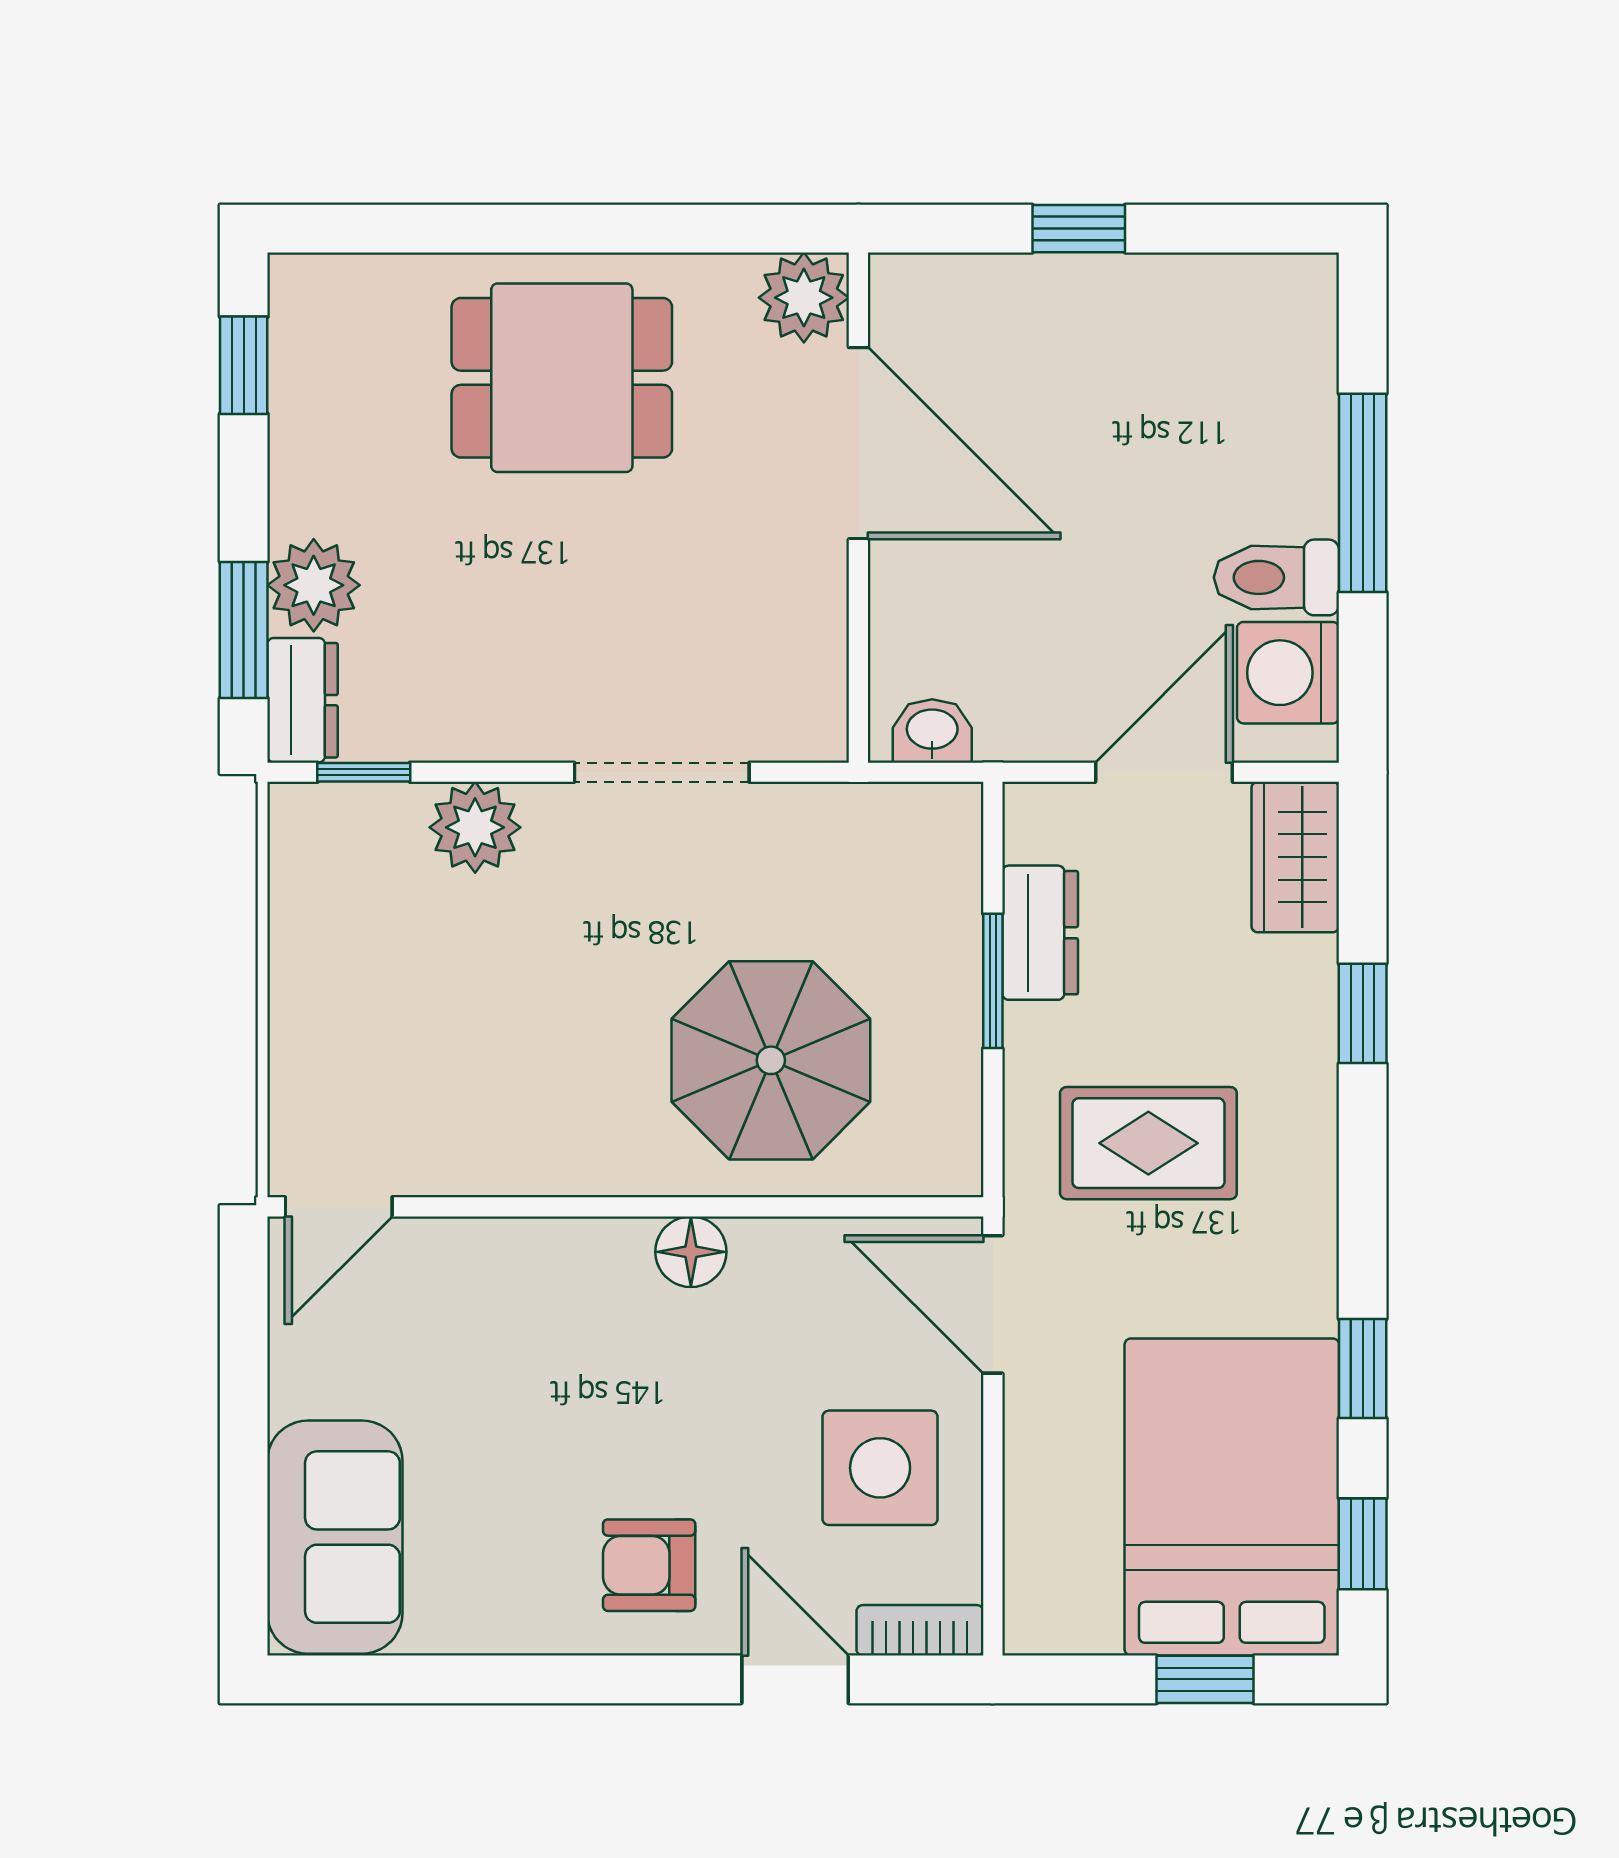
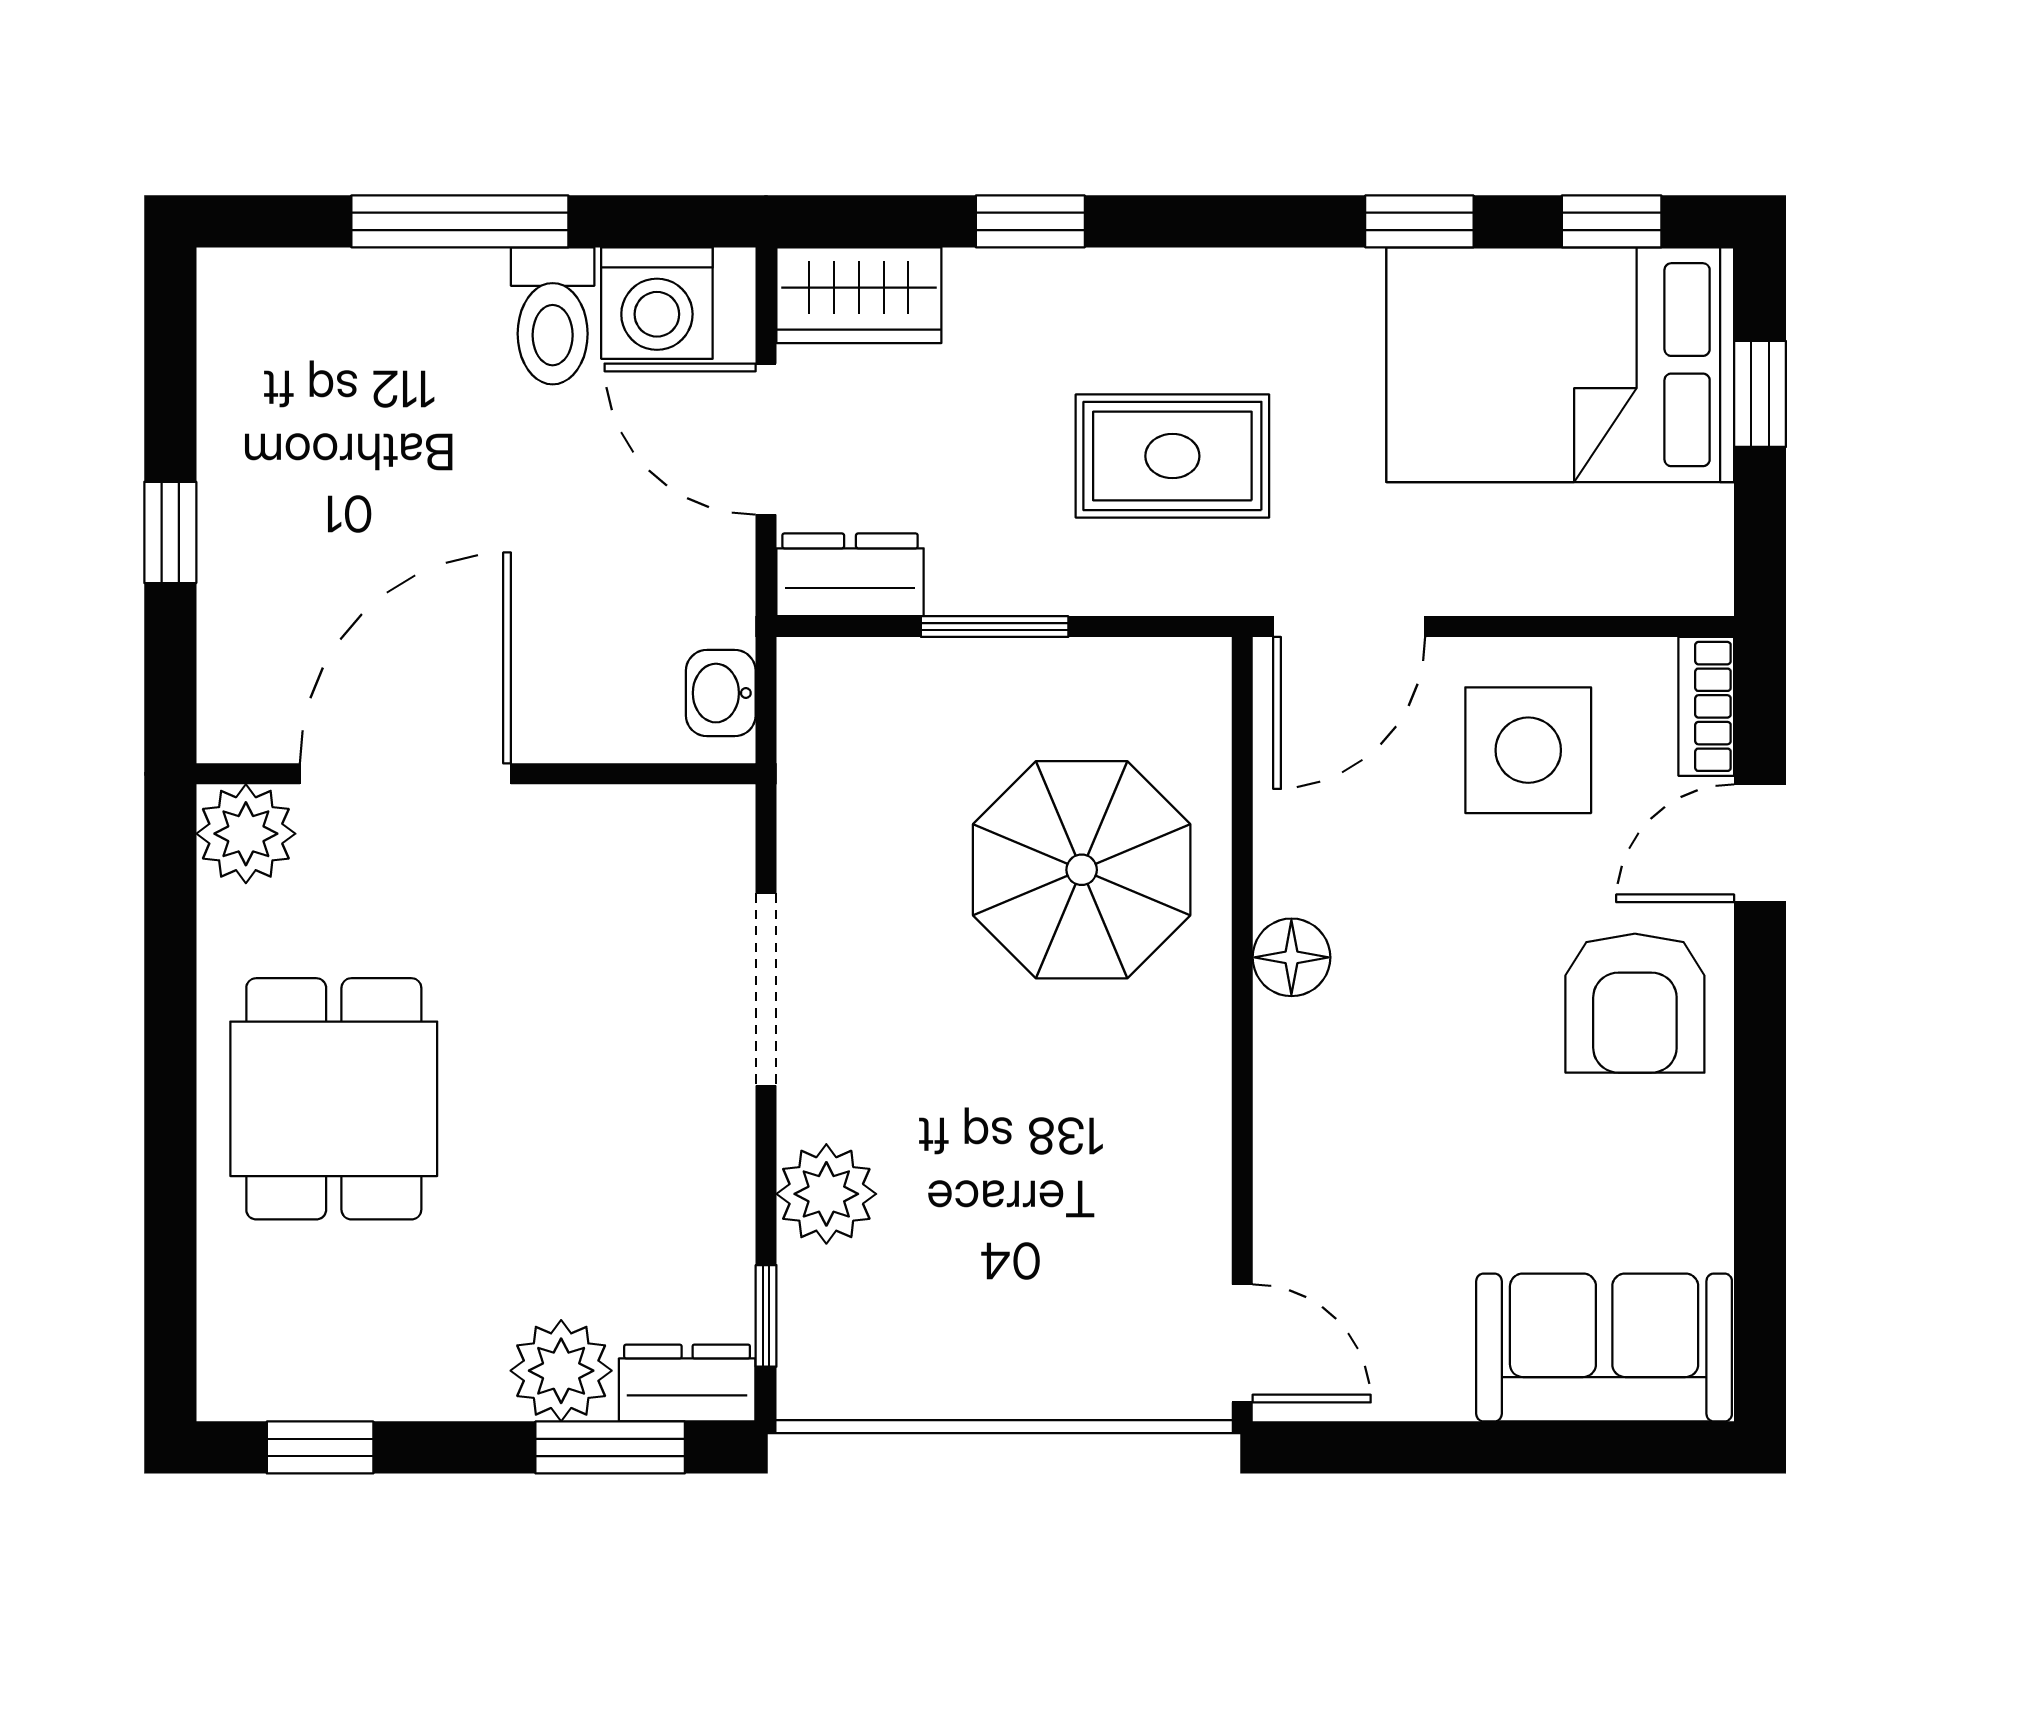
dresser: (1040, 933) -> (850, 575), moved
rug: (1148, 1143) -> (1172, 456), turned 90
armchair: (649, 1565) -> (1635, 1003), width x1.38, depth x1.38

